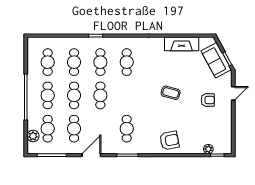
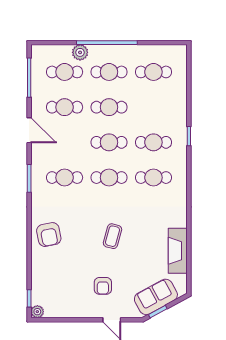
cafe table: (74, 62) -> (109, 178), moved
plant: (33, 136) -> (80, 52), moved
plant: (208, 149) -> (37, 312), moved

